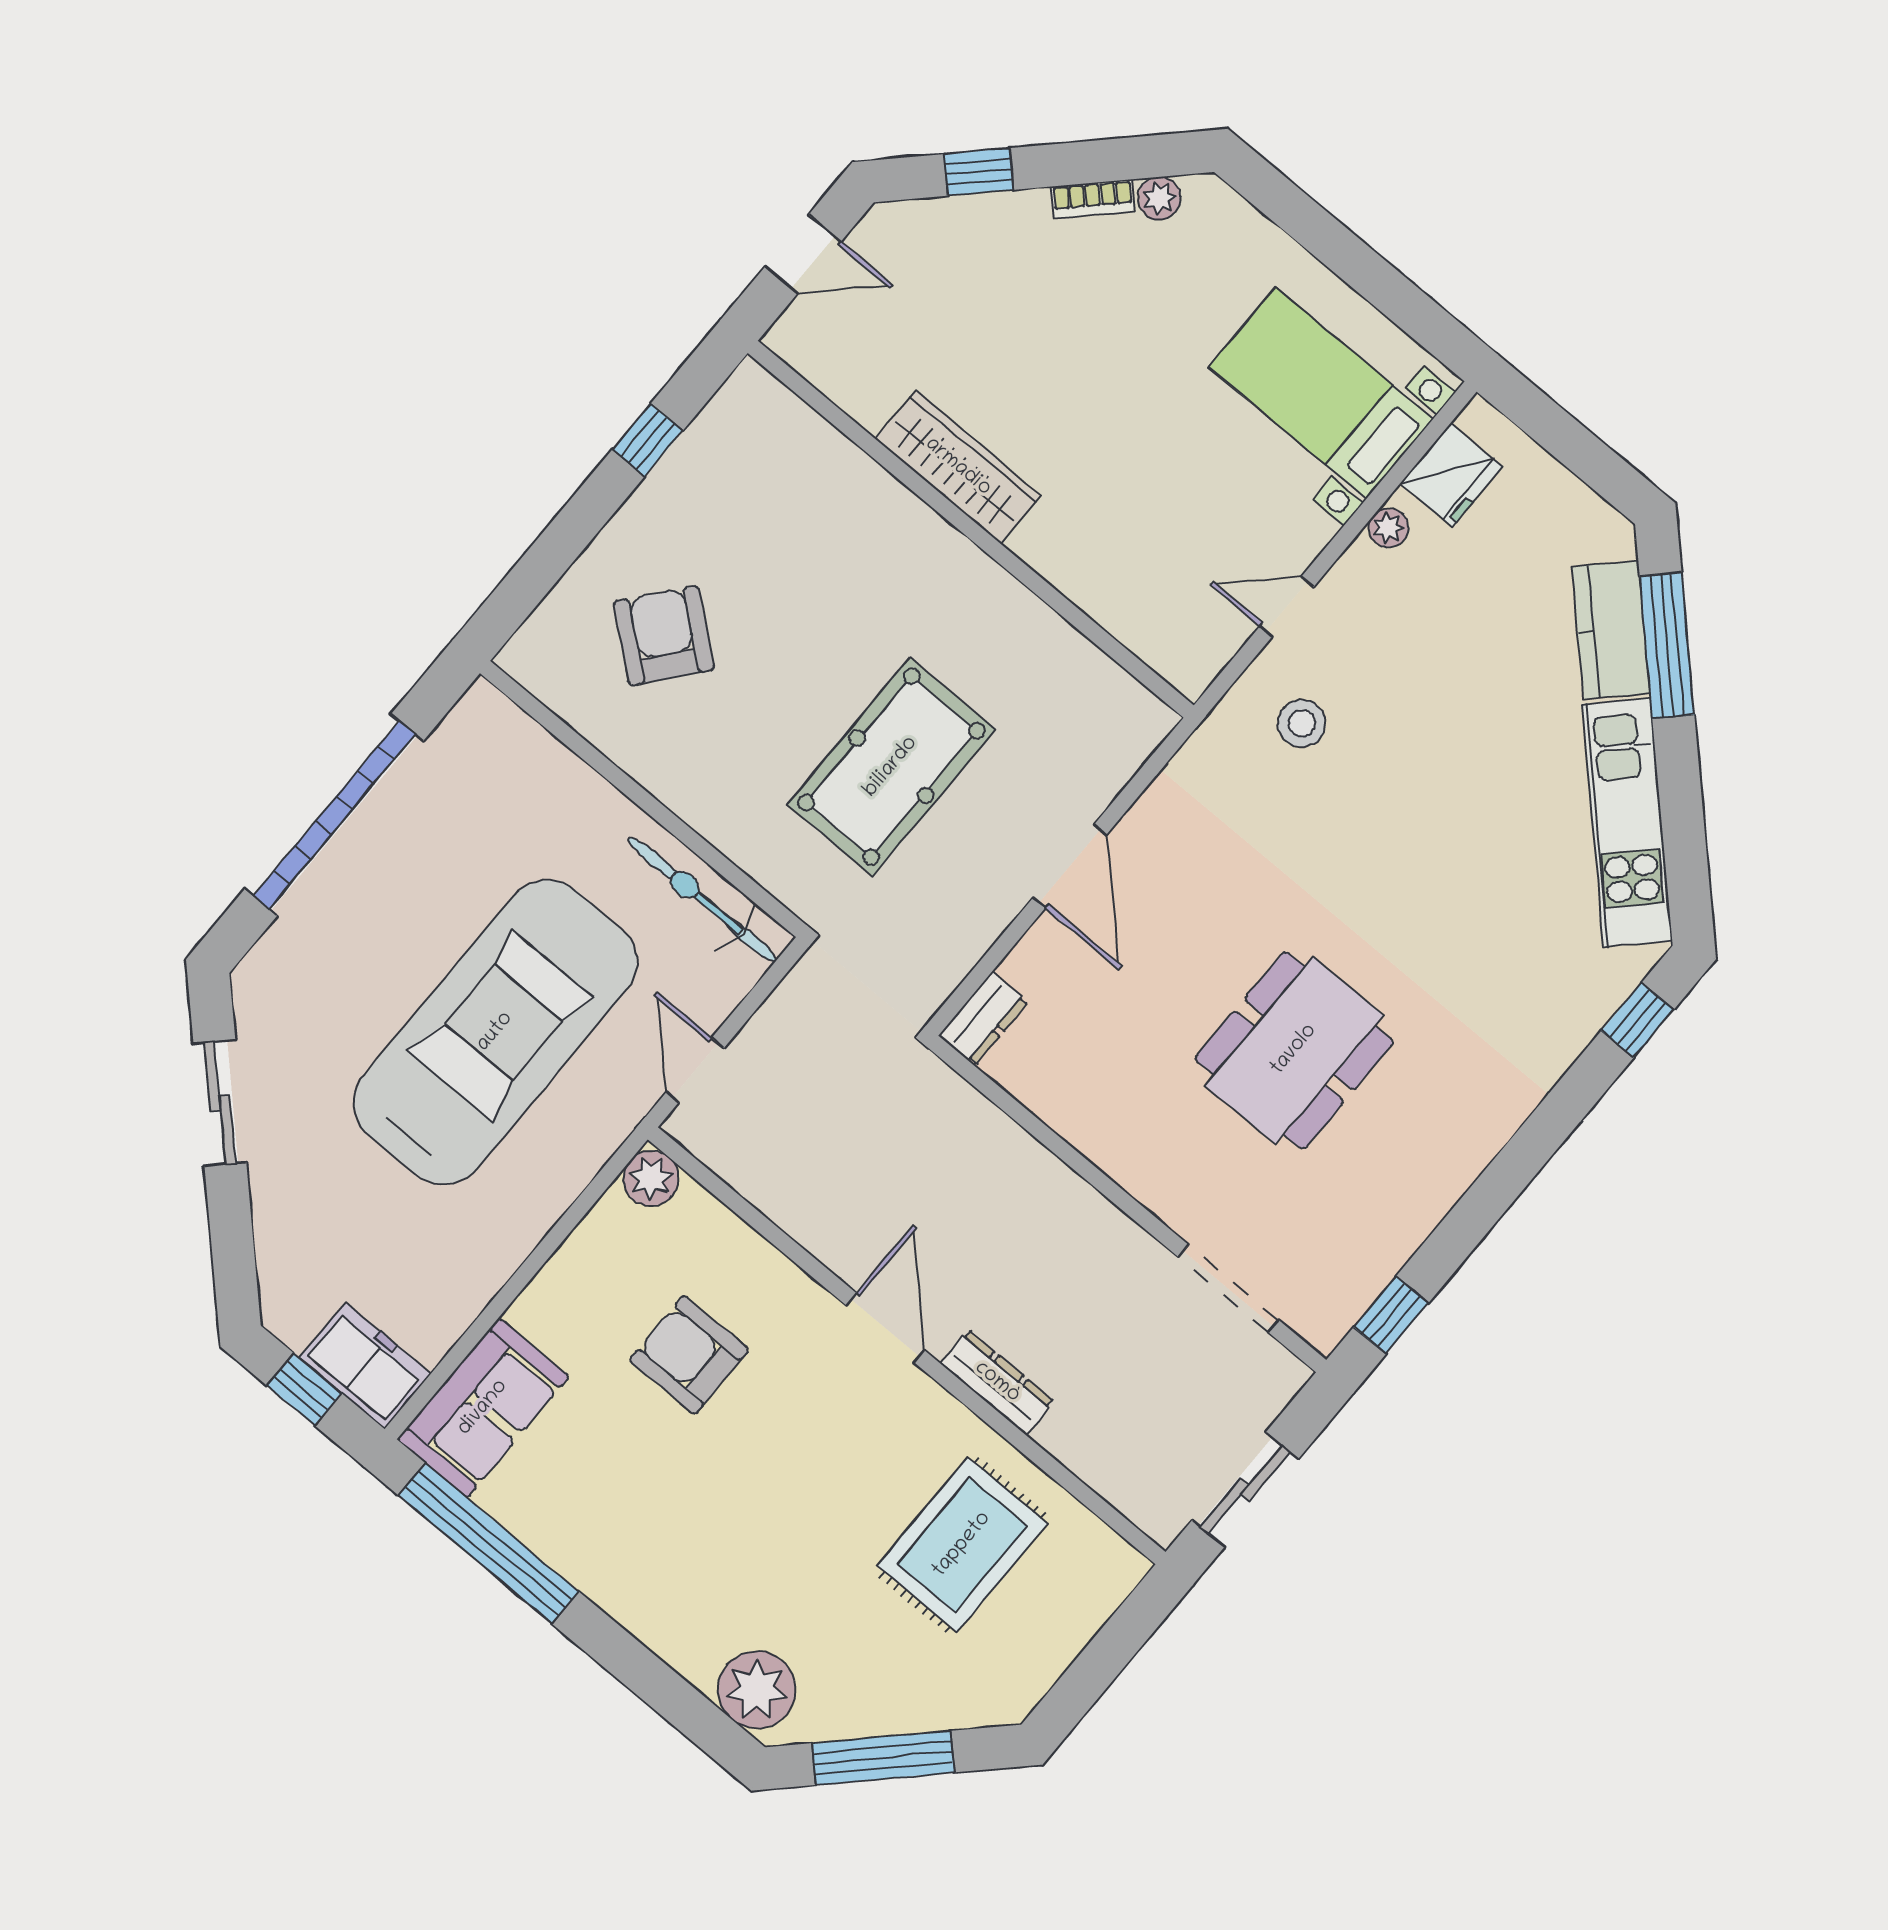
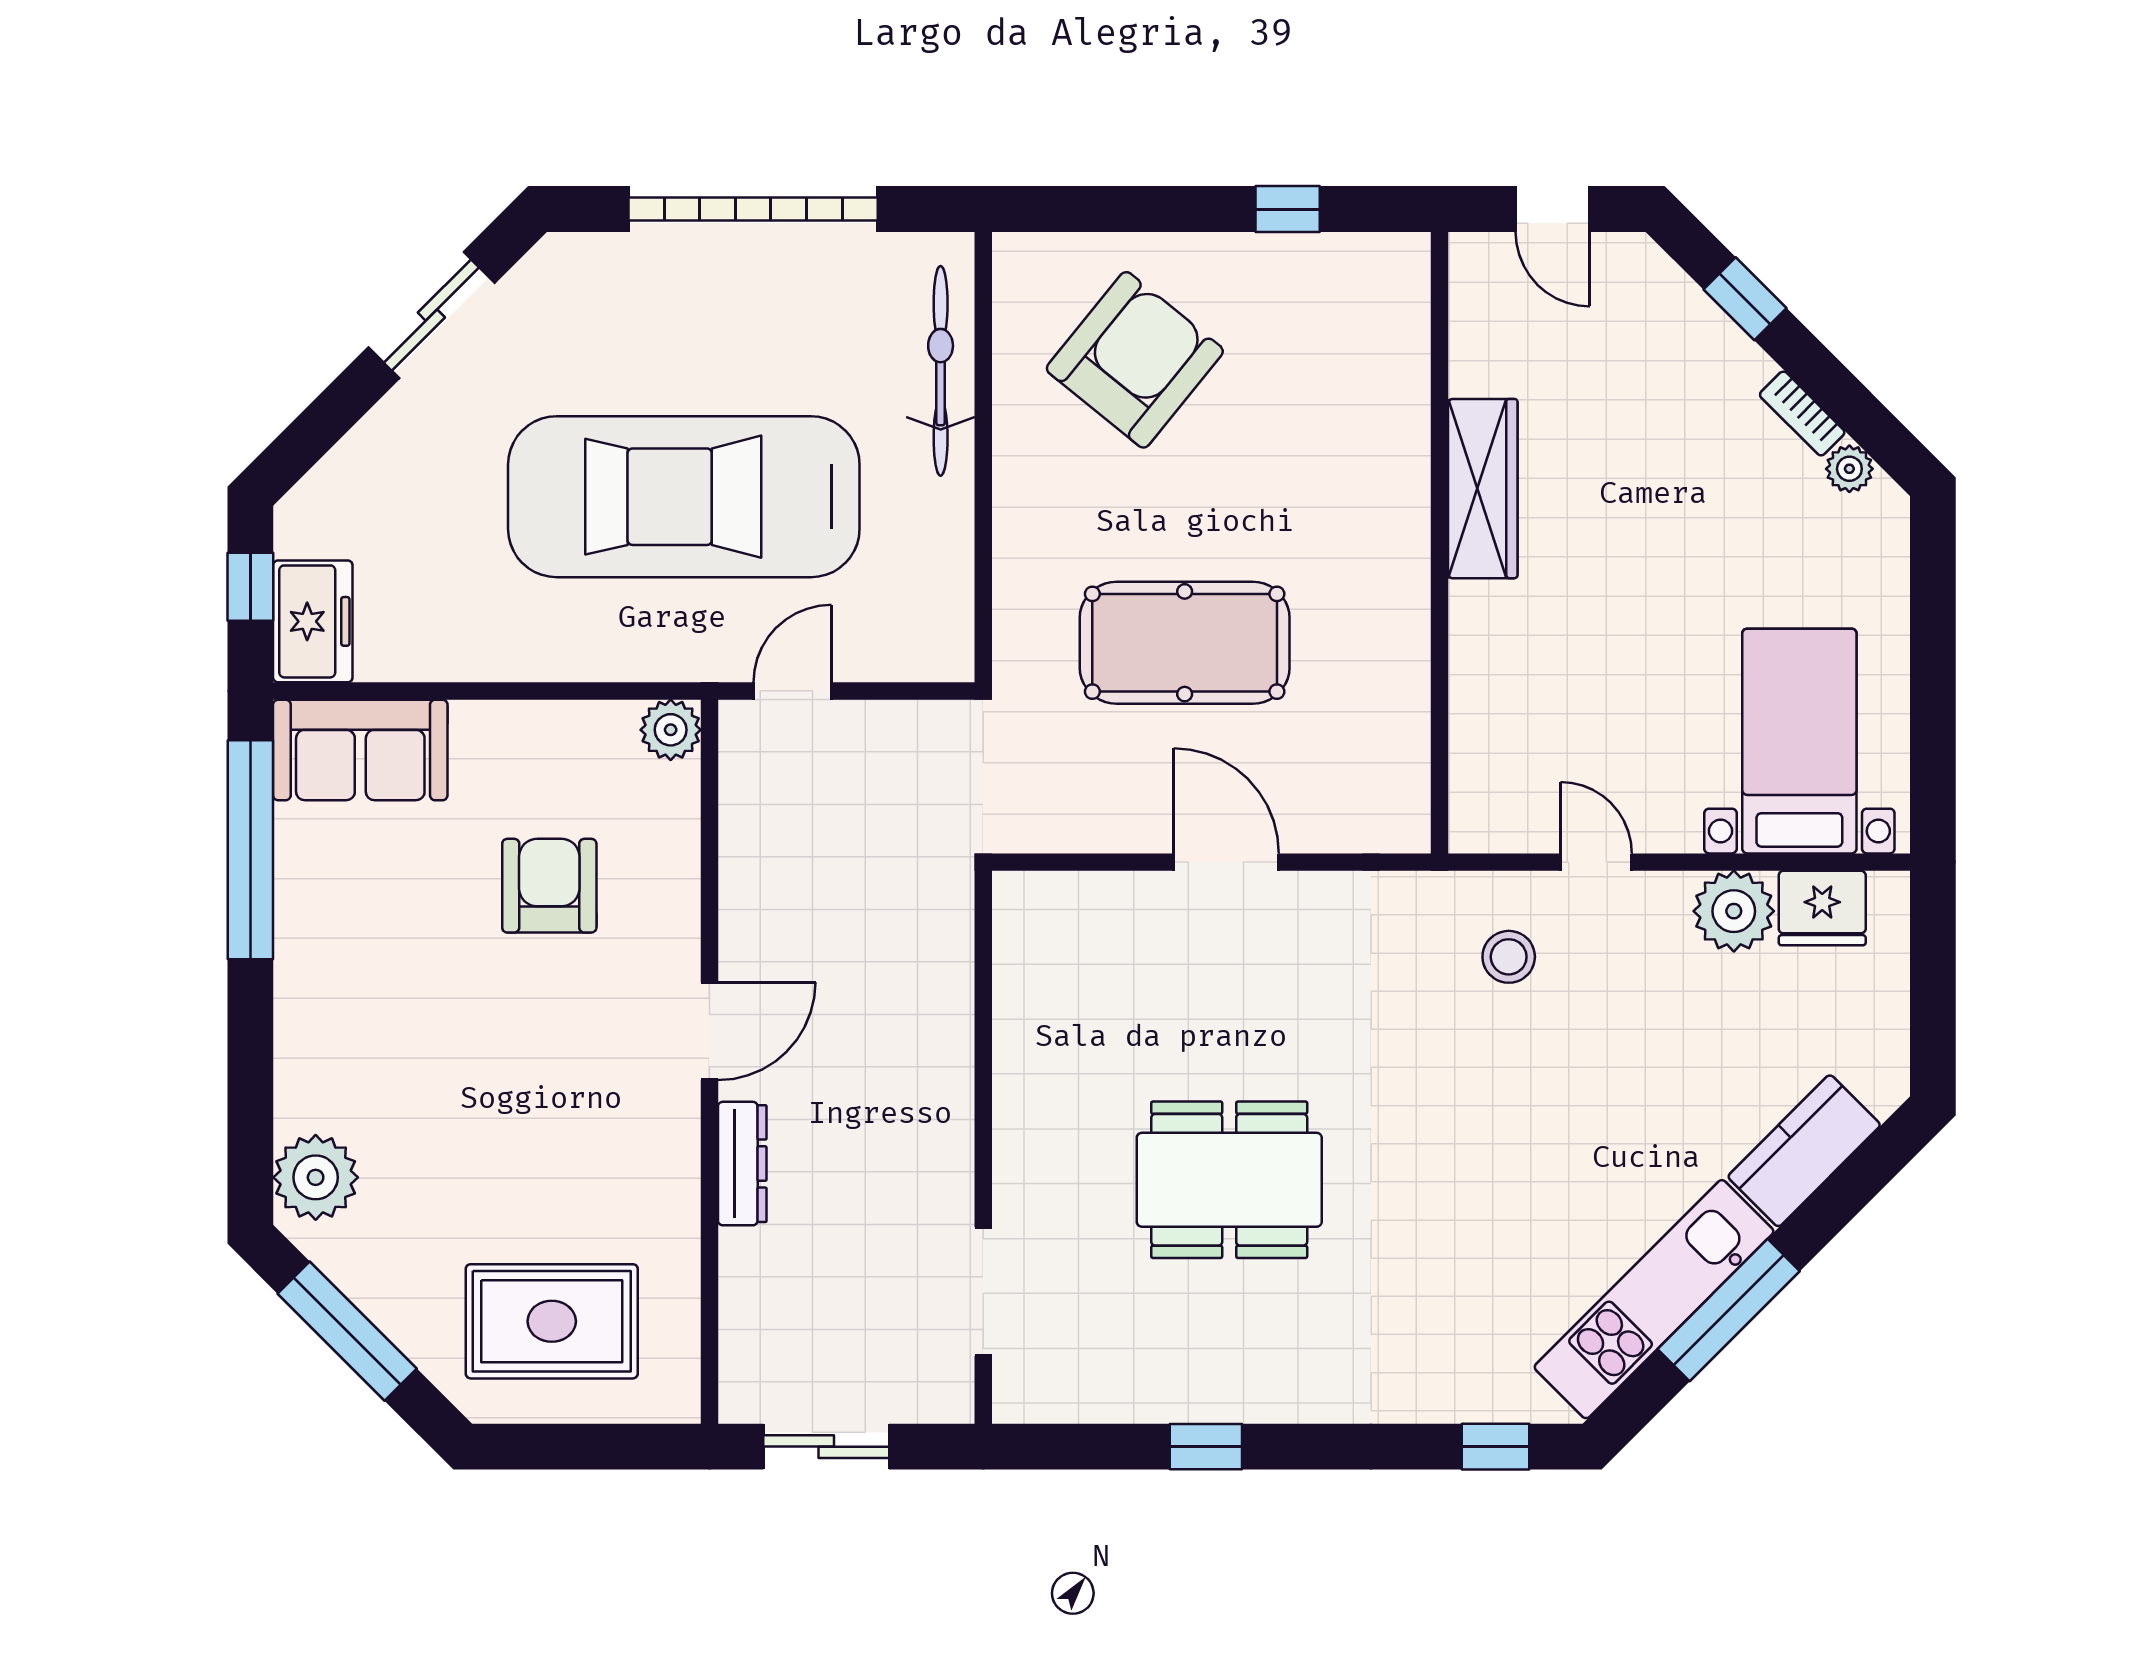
plant: (1388, 528) -> (1734, 911), width x1.88, depth x1.88
armchair: (664, 636) -> (1135, 360), width x1.36, depth x1.36
window: (1667, 645) -> (1729, 1310), moved
door: (1070, 866) -> (1226, 862), swing flipped
bicycle: (702, 900) -> (941, 371), moved
dresser: (983, 1018) -> (1038, 897), removed
car: (495, 1032) -> (684, 497), turned 180
window: (1391, 1315) -> (1206, 1447), moved
rug: (962, 1545) -> (552, 1321), moved

